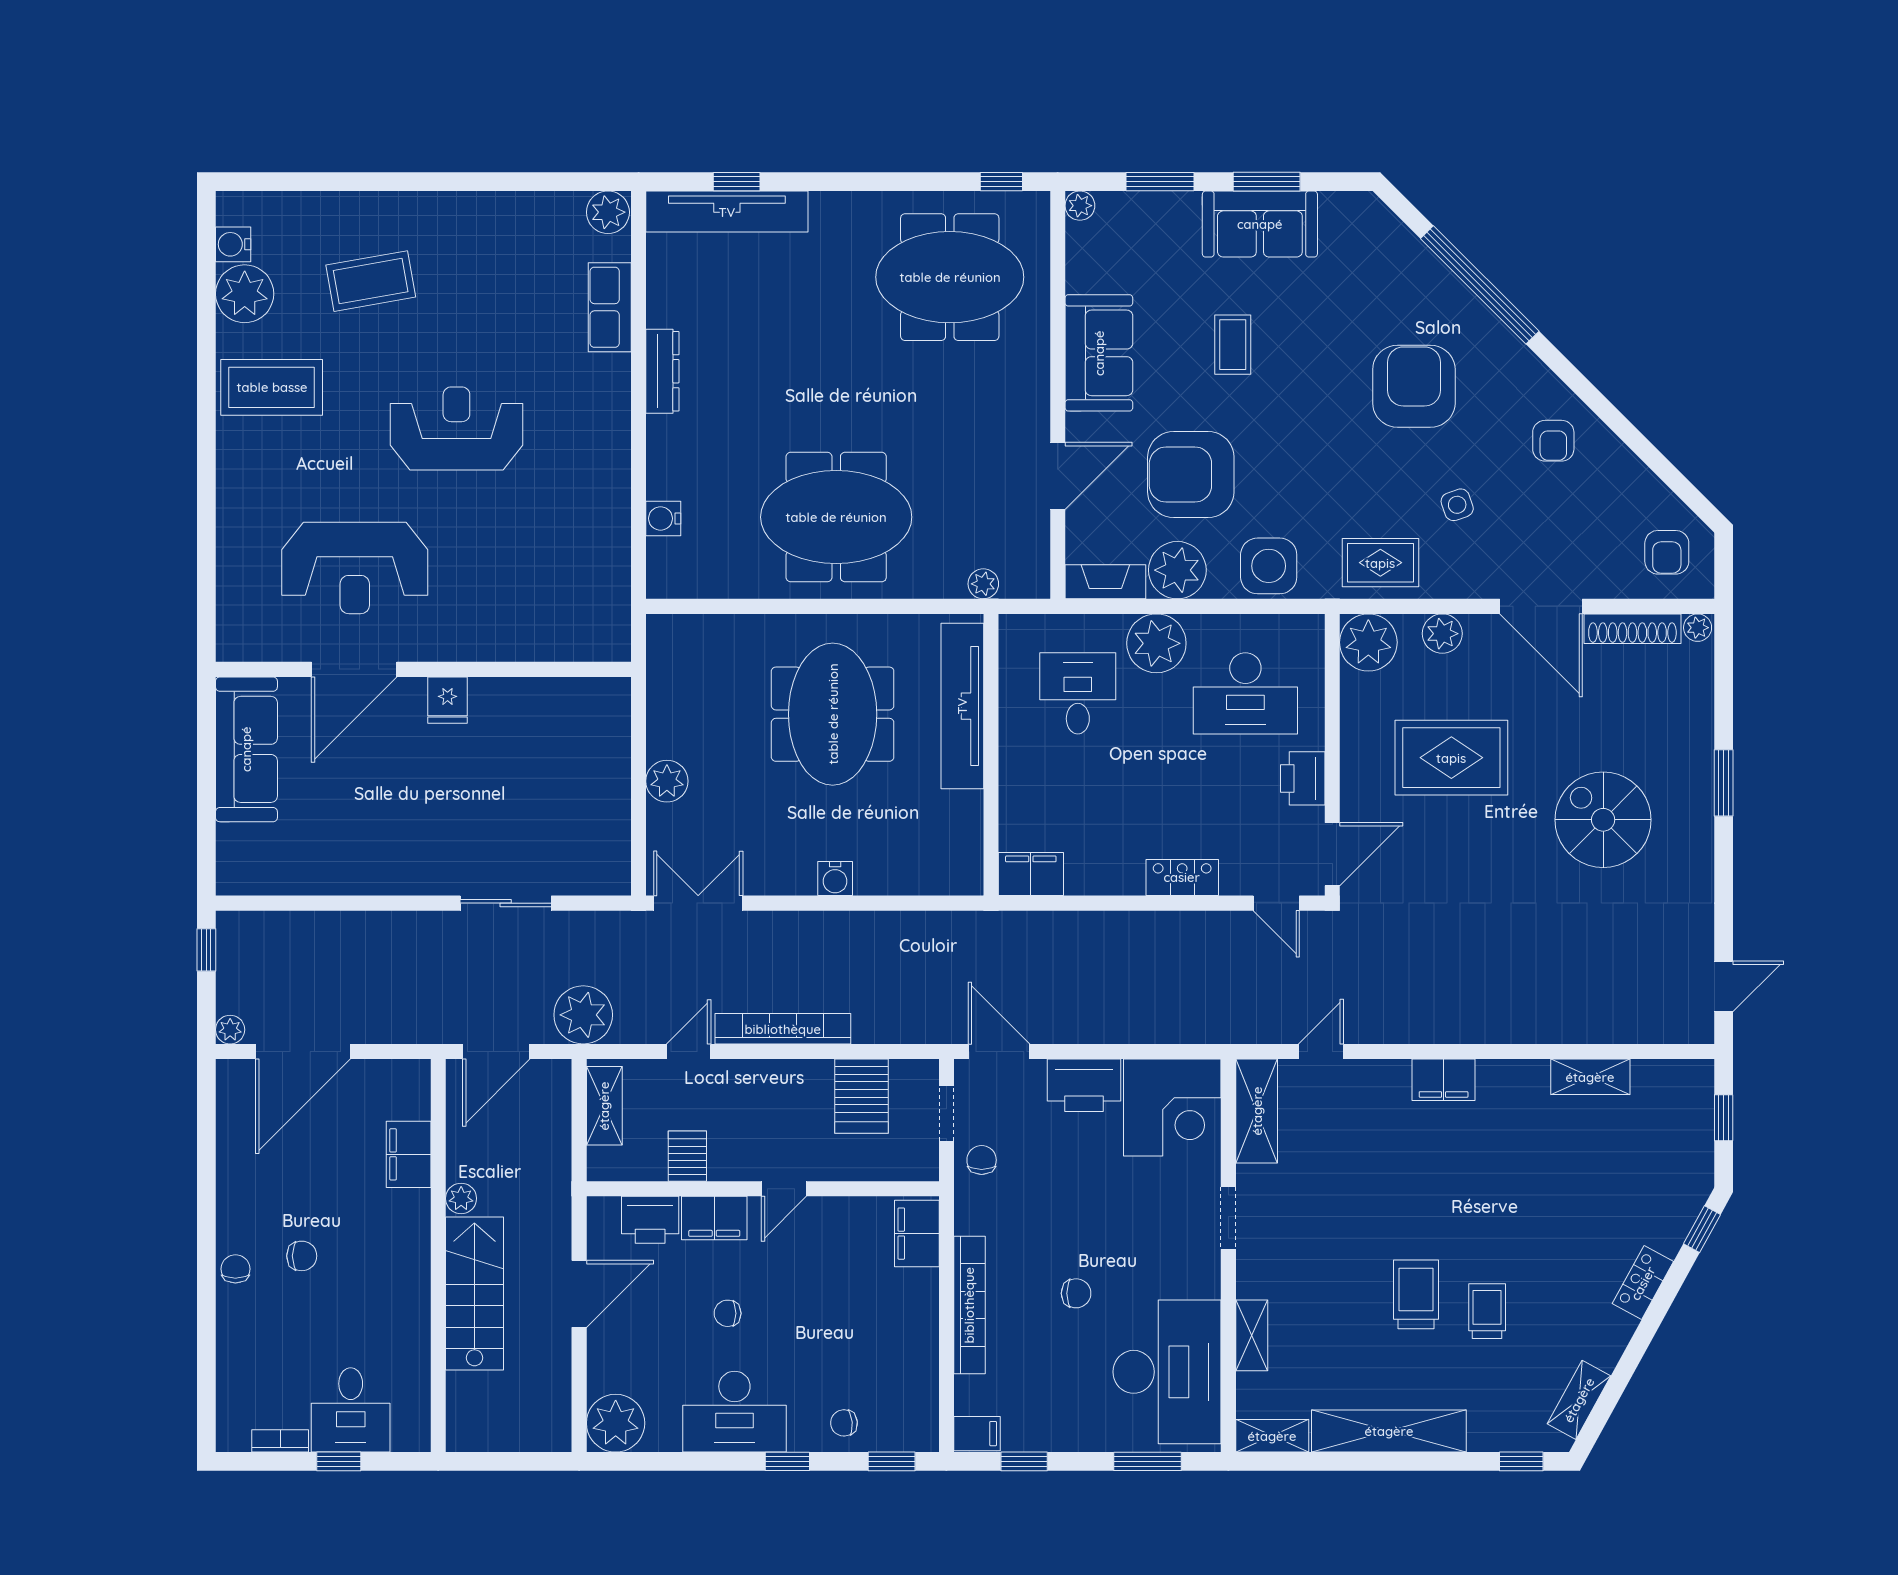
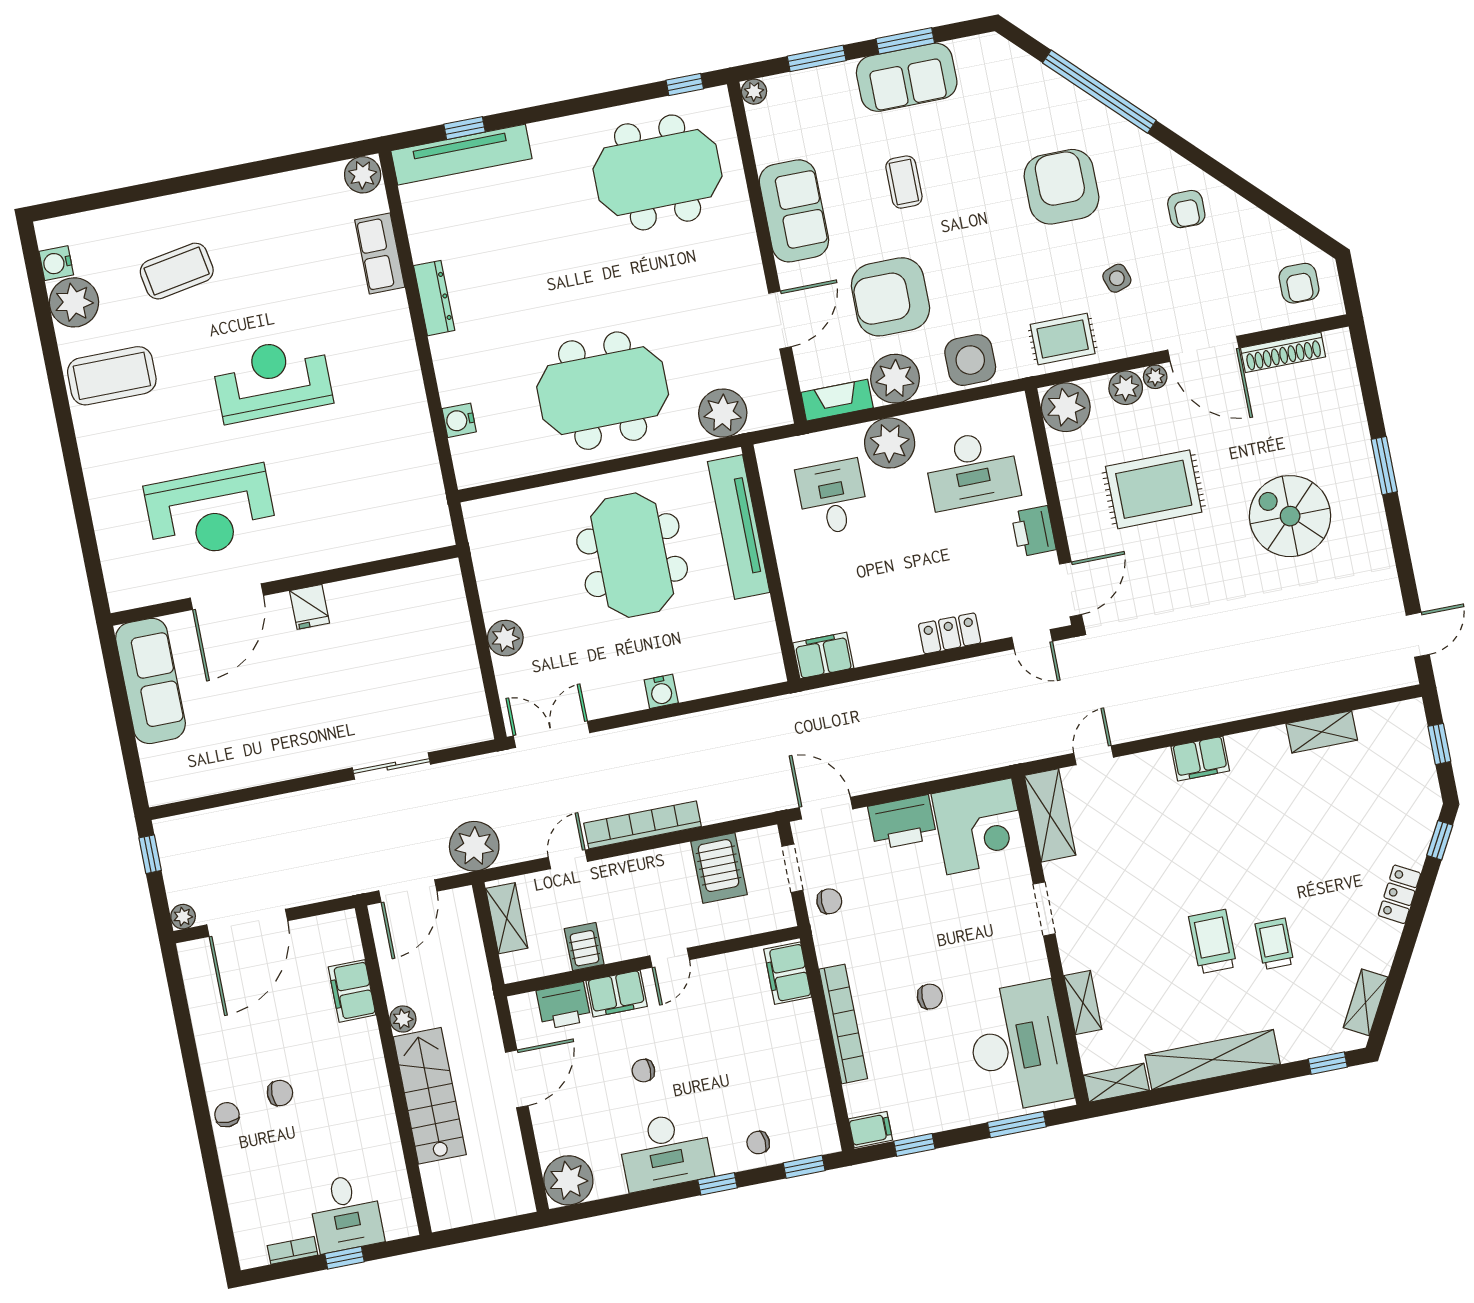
plant: (983, 584) -> (723, 413), width x1.87, depth x1.87
plant: (1698, 628) -> (1155, 377), moved
chair: (982, 1160) -> (829, 901), turned 90

